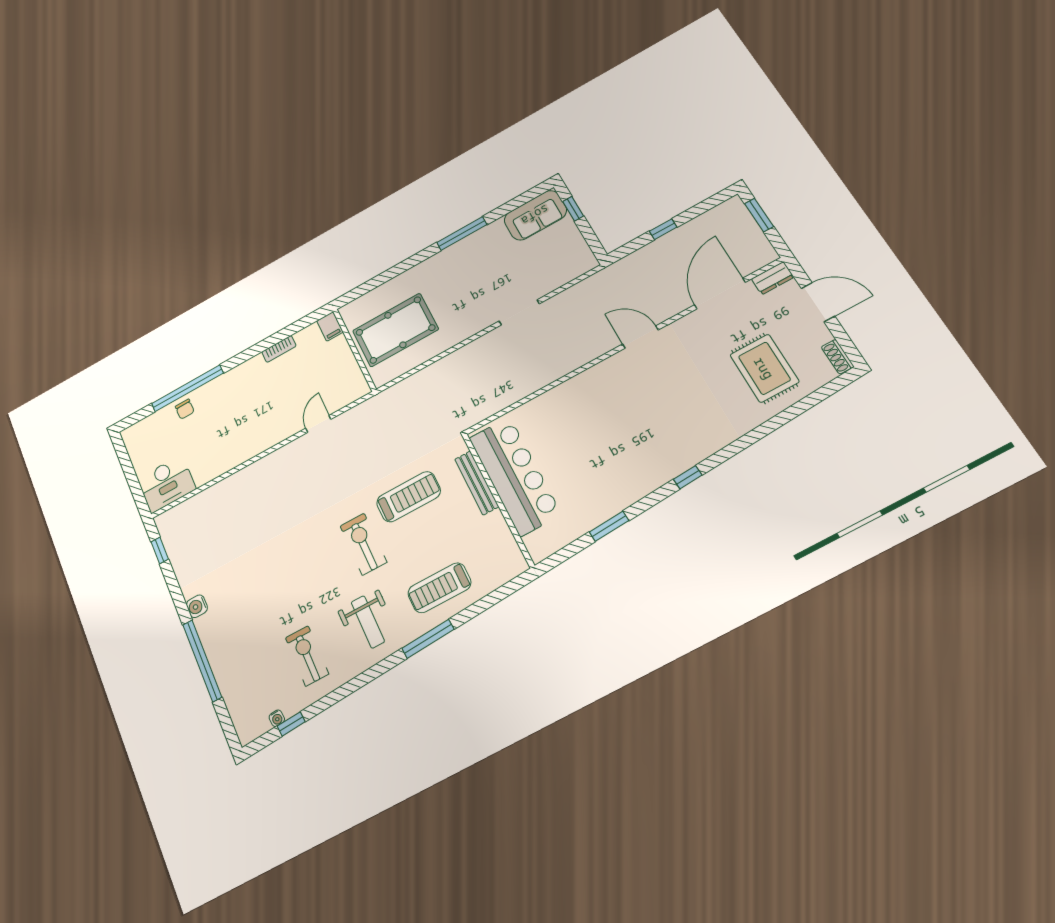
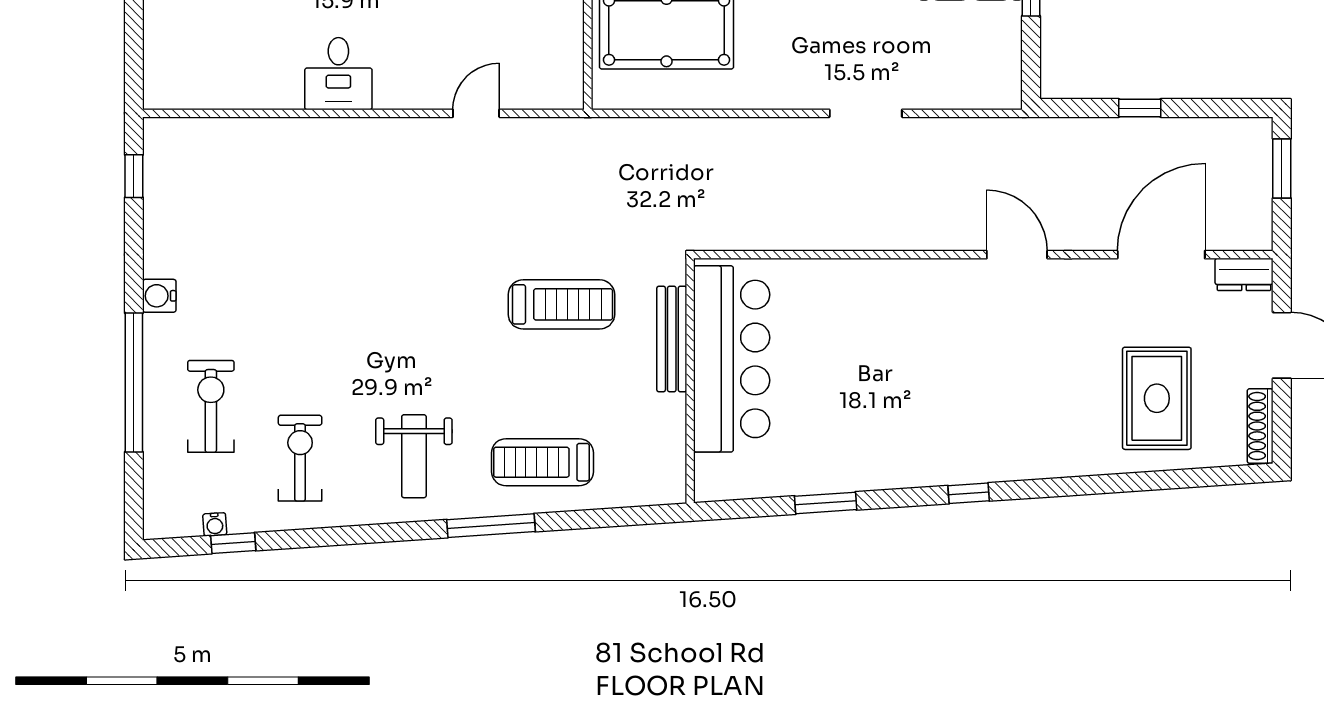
shoe rack: (838, 357) -> (1260, 426), width x1.43
desk: (167, 484) -> (338, 74), moved, width x0.73
exercise bike: (363, 544) -> (211, 406), moved

